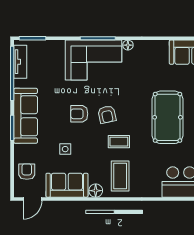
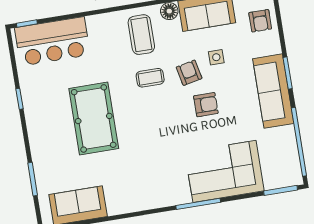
floor lamp: (128, 45) -> (159, 202), removed
corner sofa: (94, 60) -> (224, 171), moved
tv unit: (20, 62) -> (291, 158), removed
armchair: (107, 114) -> (189, 73), moved

